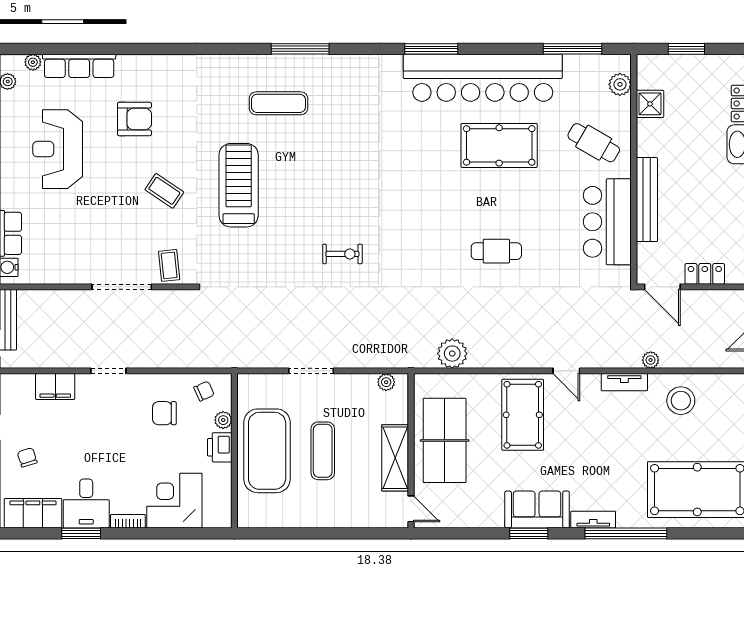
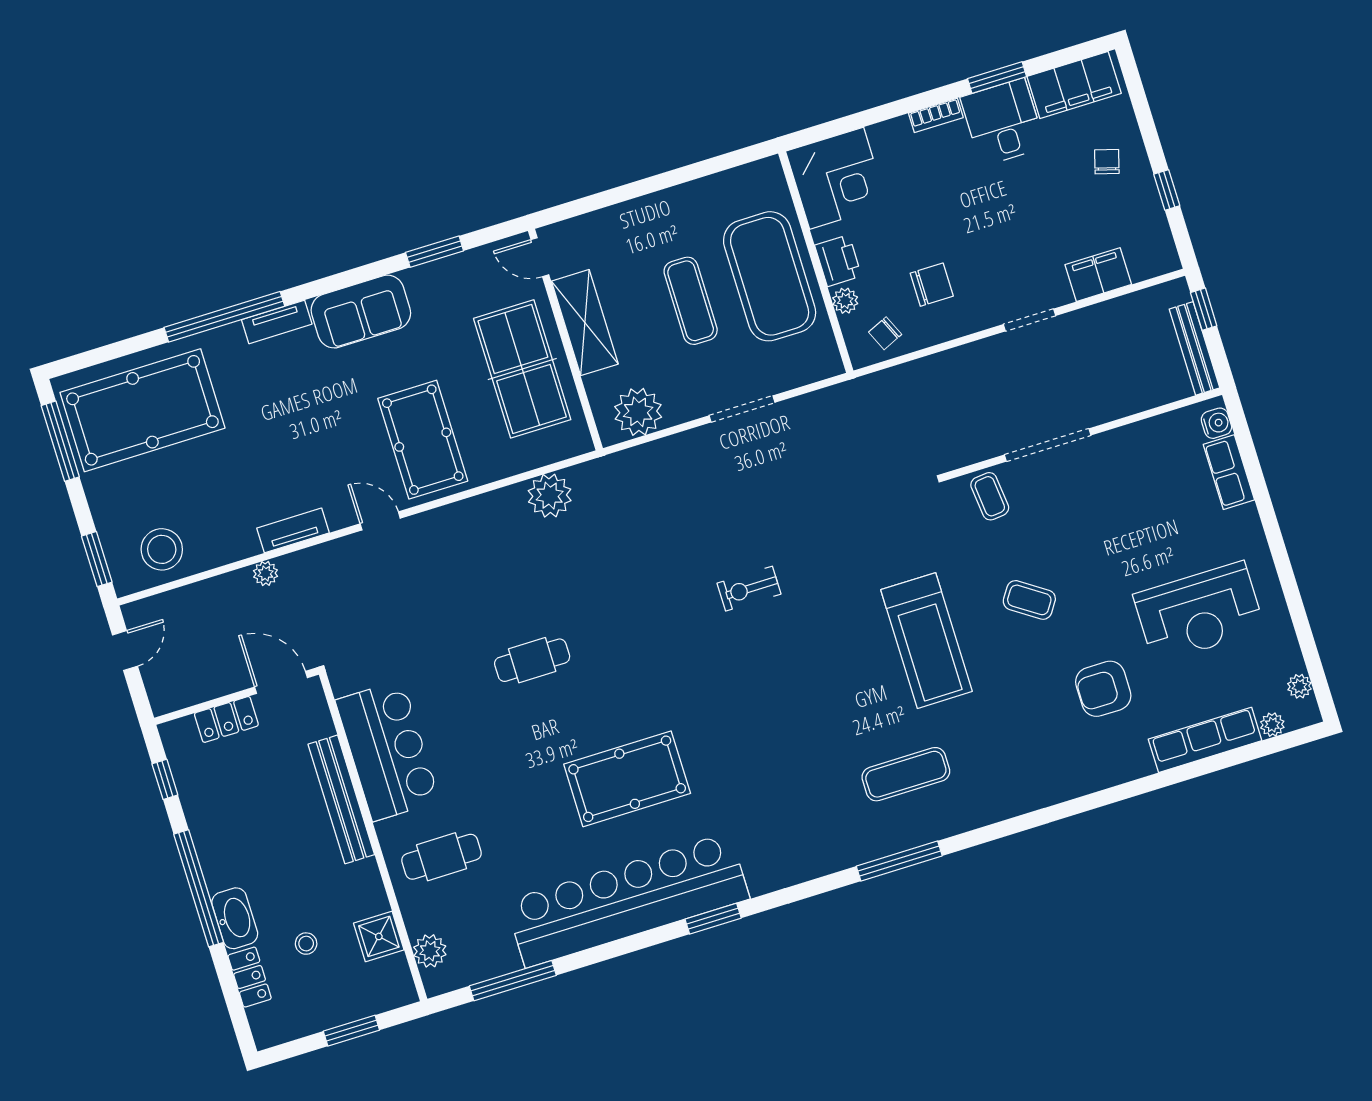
window: (431, 49) -> (713, 919), width x0.69
stool: (698, 114) -> (306, 944), added
cafe table: (594, 143) -> (441, 857), turned -30
pool table: (499, 145) -> (627, 779), moved
reception desk: (58, 149) -> (1199, 612), turned 90
plant: (386, 382) -> (638, 412), width x1.88, depth x1.88
stool: (681, 401) -> (162, 549), moved
chair: (27, 457) -> (1107, 162), turned -147
corner desk: (174, 501) -> (837, 178), moved
window: (529, 533) -> (435, 252), moved

